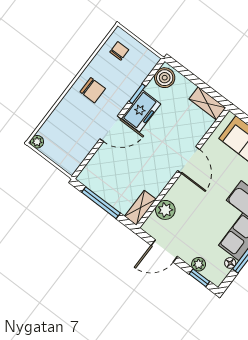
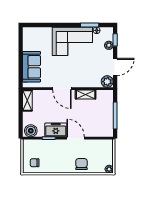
chair: (93, 90) -> (82, 164), moved
door: (189, 160) -> (62, 89), swing flipped
shelving: (140, 208) -> (86, 94), moved
plant: (165, 210) -> (107, 82), moved
door: (164, 251) -> (115, 67), hinge flipped

